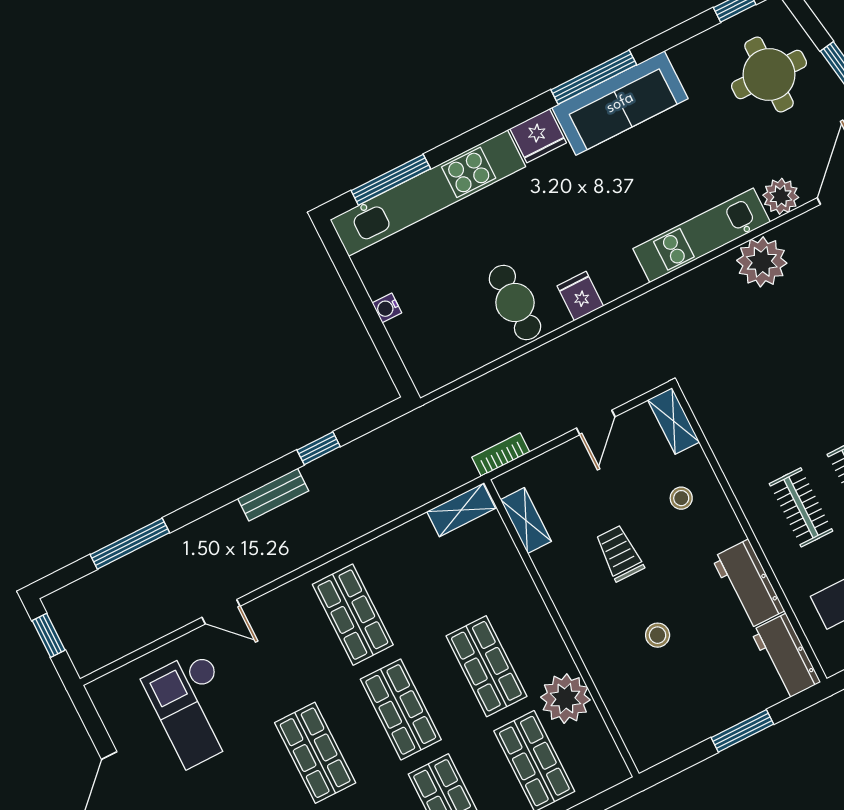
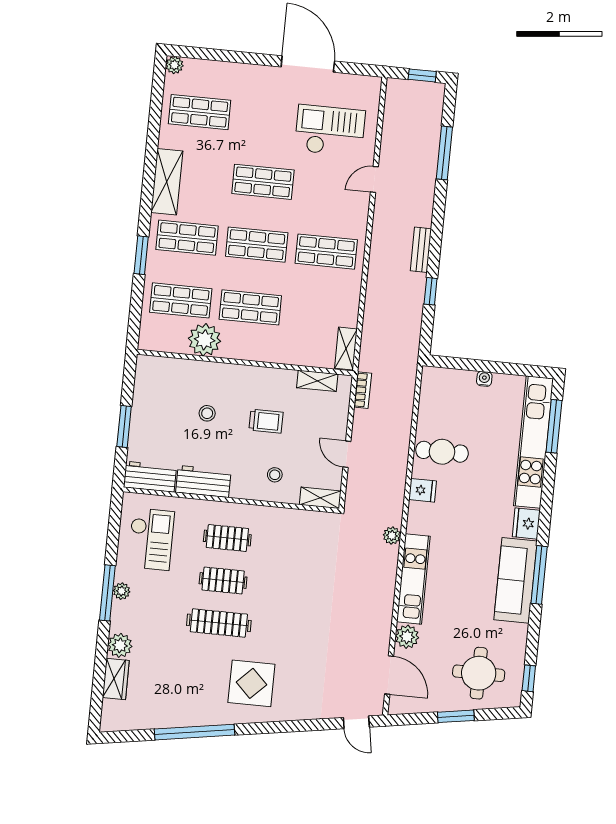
plant: (762, 262) -> (392, 536), moved, width x0.53, depth x0.53

